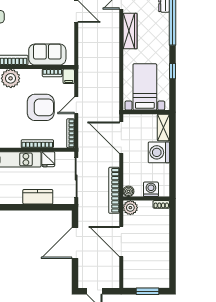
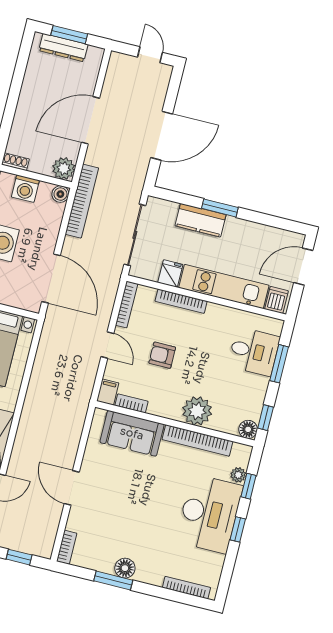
door: (76, 105) -> (107, 345), hinge flipped
armchair: (41, 107) -> (162, 355), width x0.53, depth x0.53
window: (28, 207) -> (220, 208), added
door: (121, 242) -> (90, 120), swing flipped
dresser: (149, 282) -> (63, 48), added

